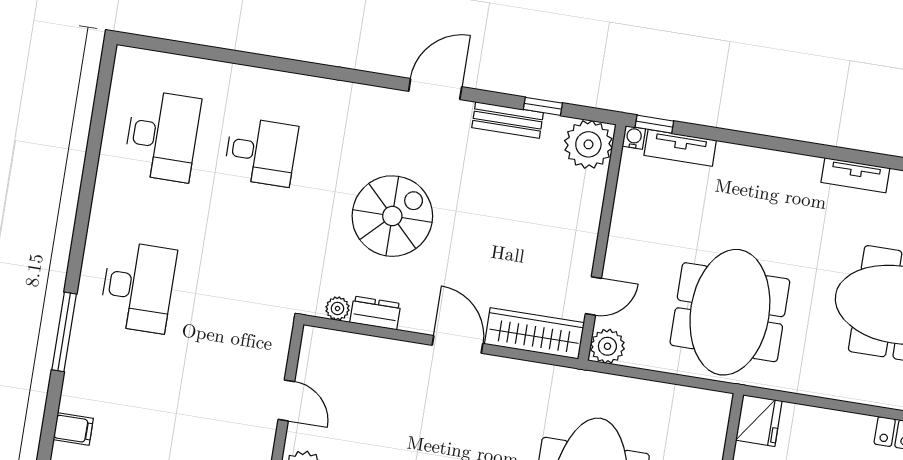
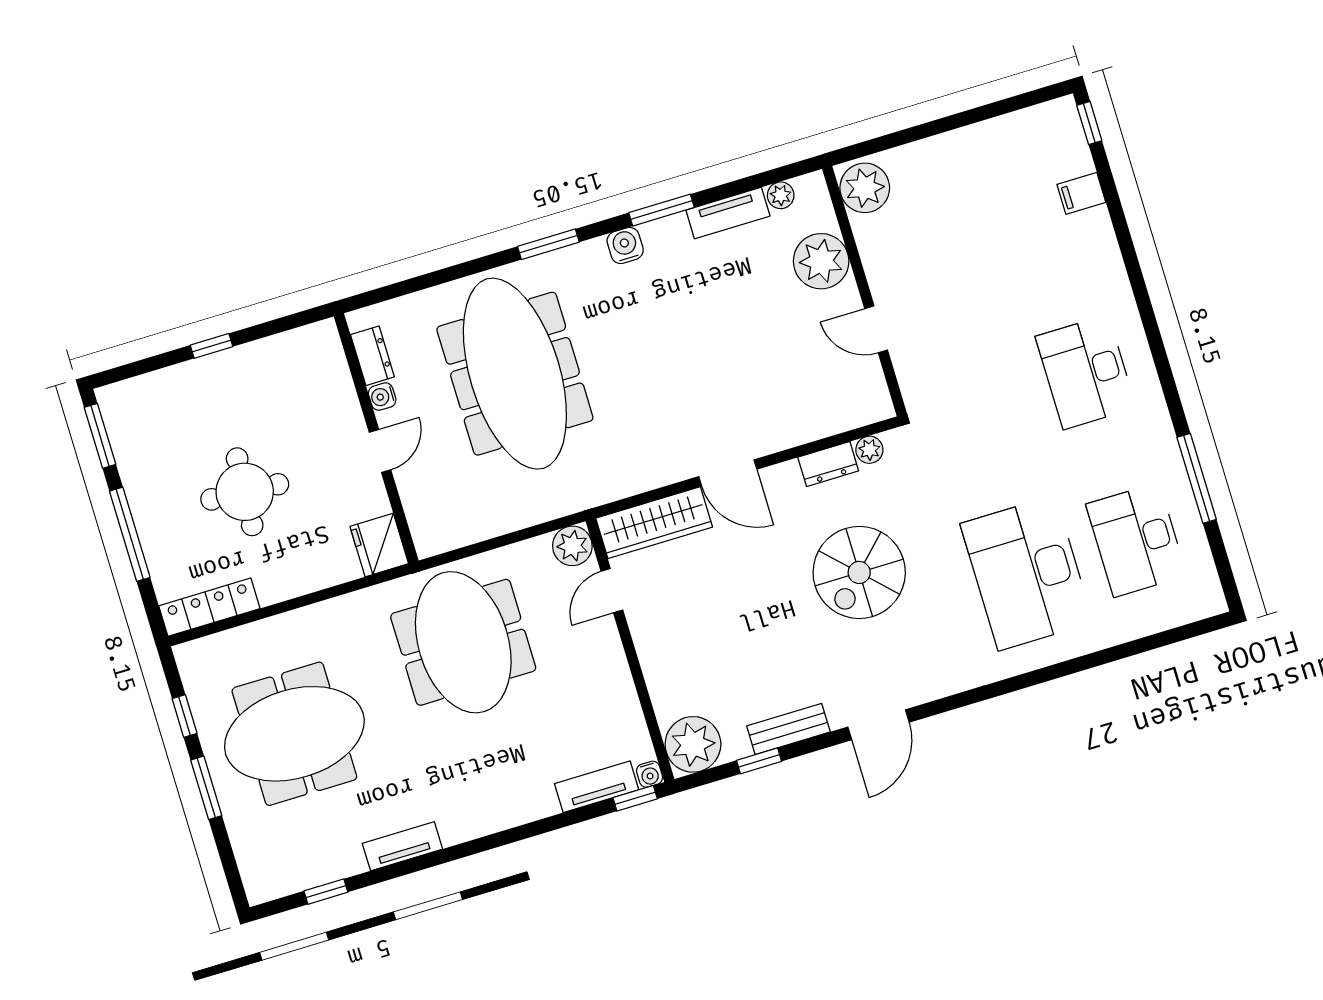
desk: (261, 152) -> (1027, 573), width x1.87, depth x1.30
window: (64, 332) -> (1197, 478), moved

